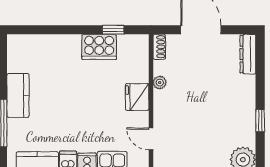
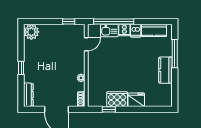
fridge: (137, 97) -> (136, 100), moved, turned -90
window: (260, 121) -> (21, 68), moved
door: (151, 139) -> (86, 44), hinge flipped

